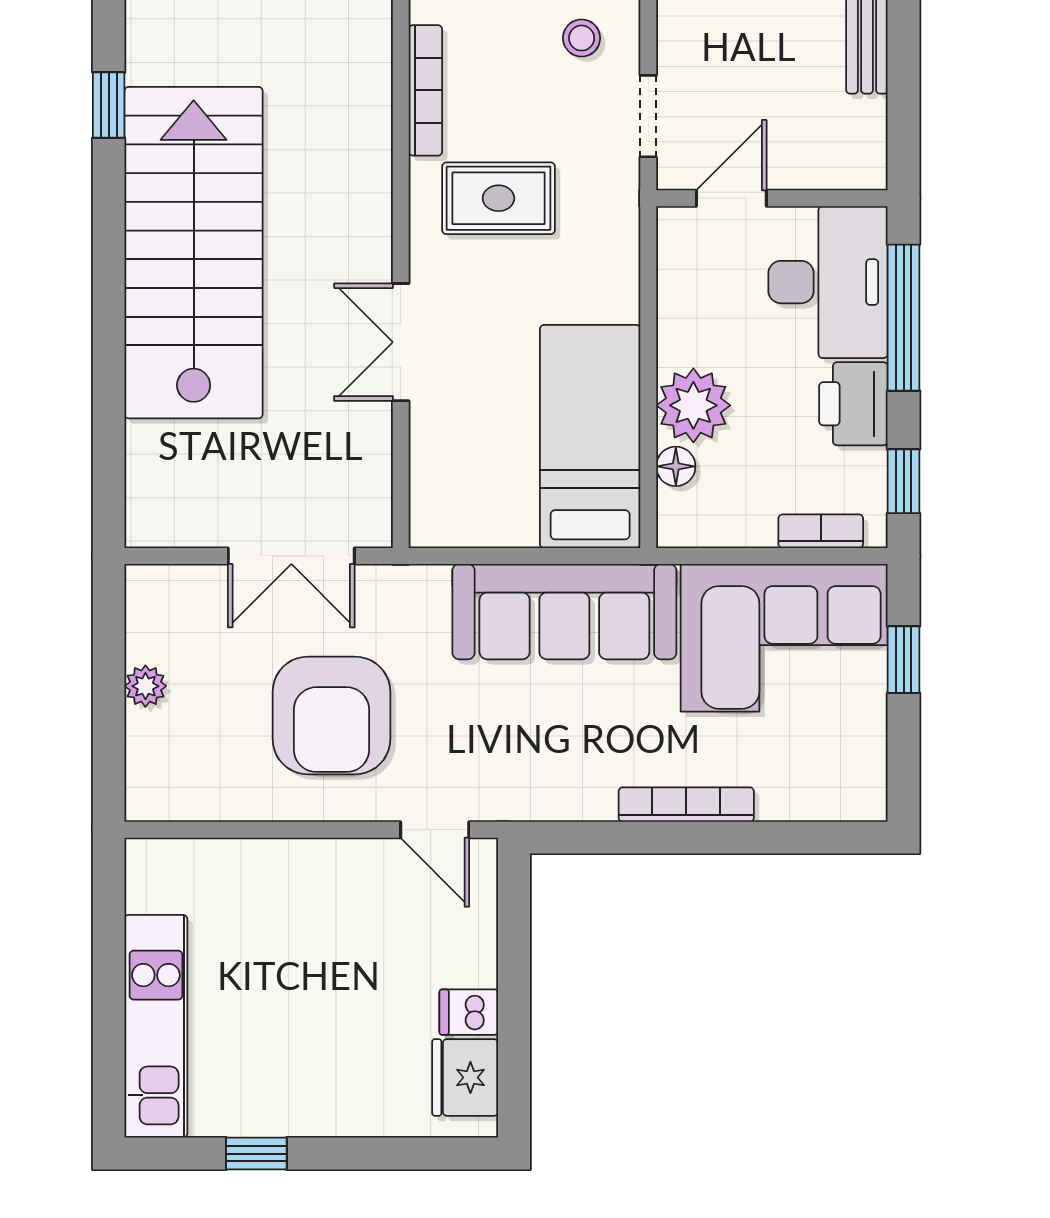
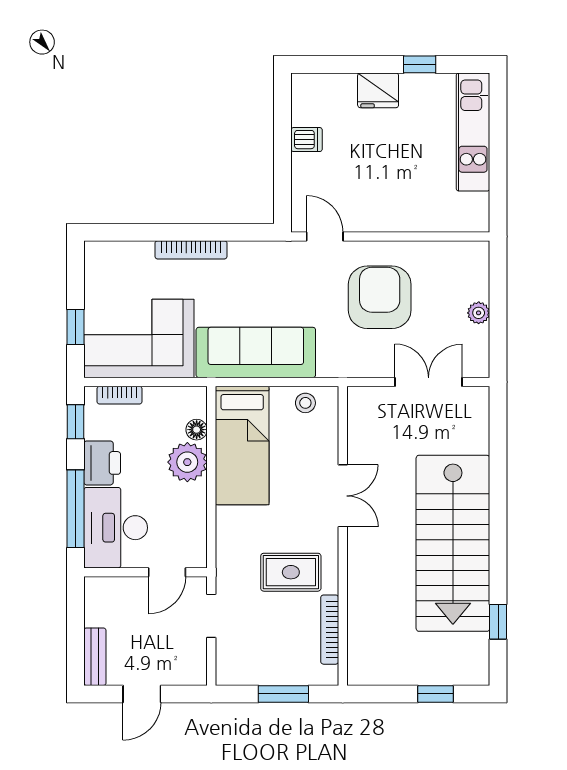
stool: (582, 38) -> (305, 403), moved
double door: (291, 556) -> (429, 382), moved
fridge: (465, 1077) -> (378, 90), moved, turned 90

